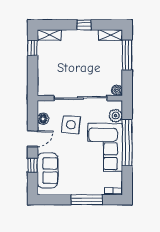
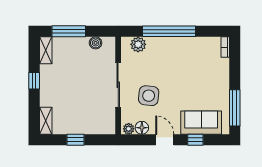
window: (33, 48) -> (75, 140), moved
boiler: (117, 90) -> (96, 43), moved
sliding door: (80, 98) -> (118, 85), width x0.73
plant: (42, 107) -> (129, 129), added
corner sofa: (105, 147) -> (175, 56), removed
window: (87, 200) -> (235, 108), moved

